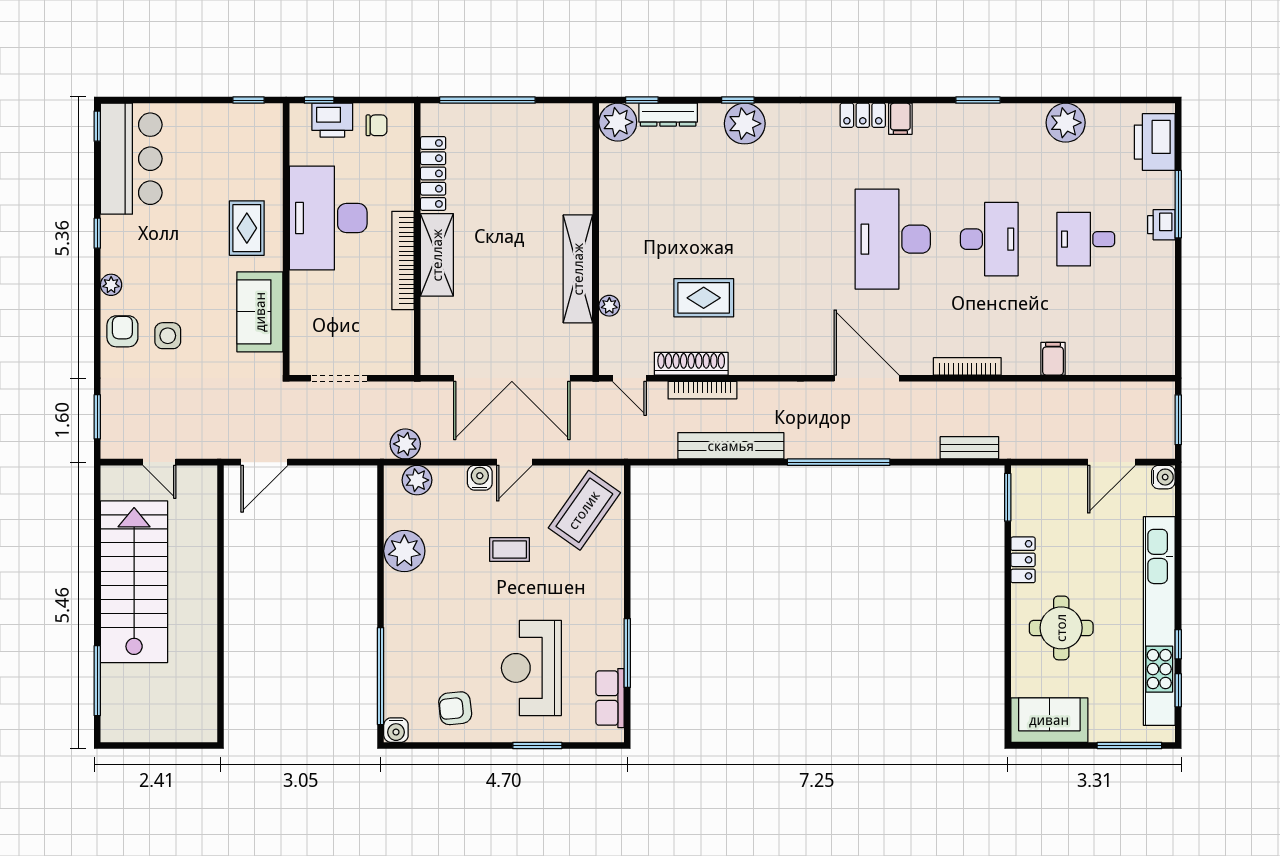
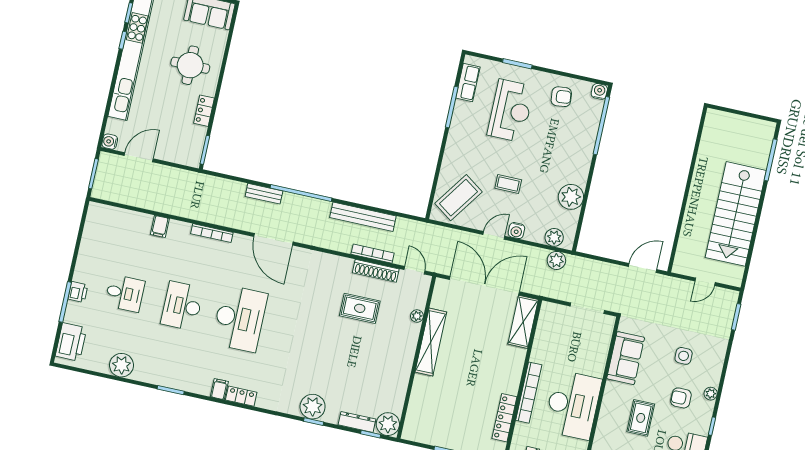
rug: (247, 228) -> (641, 418), moved
shelving: (437, 255) -> (523, 322), moved
bookcase: (403, 261) -> (529, 393), moved
armchair: (122, 331) -> (681, 398), moved, turned 90
bench: (969, 448) -> (264, 194), moved
door: (159, 462) -> (705, 282), swing flipped

